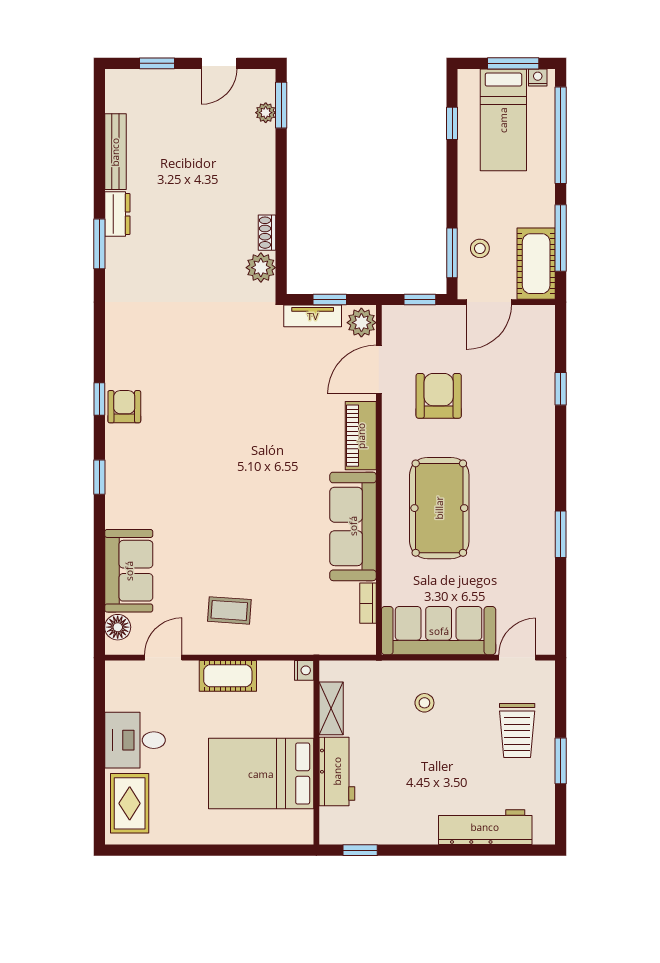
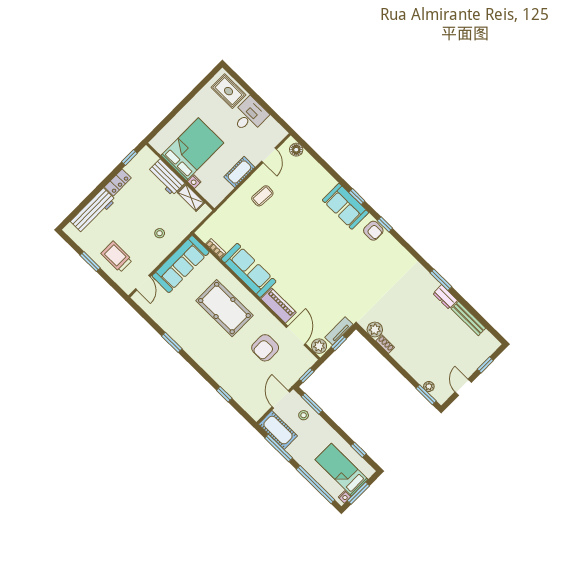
armchair: (439, 396) -> (265, 348), turned 90
sofa: (129, 571) -> (345, 206), moved
nightstand: (304, 670) -> (194, 182), moved
locker: (411, 832) -> (118, 182), added

